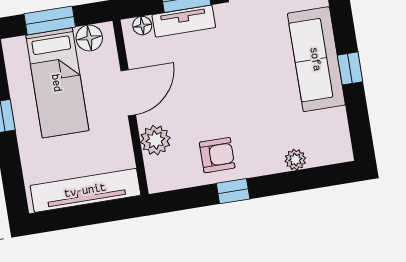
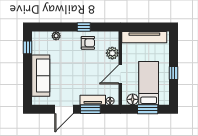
window: (350, 68) -> (28, 47), moved
armchair: (217, 155) -> (88, 43), turned 180

